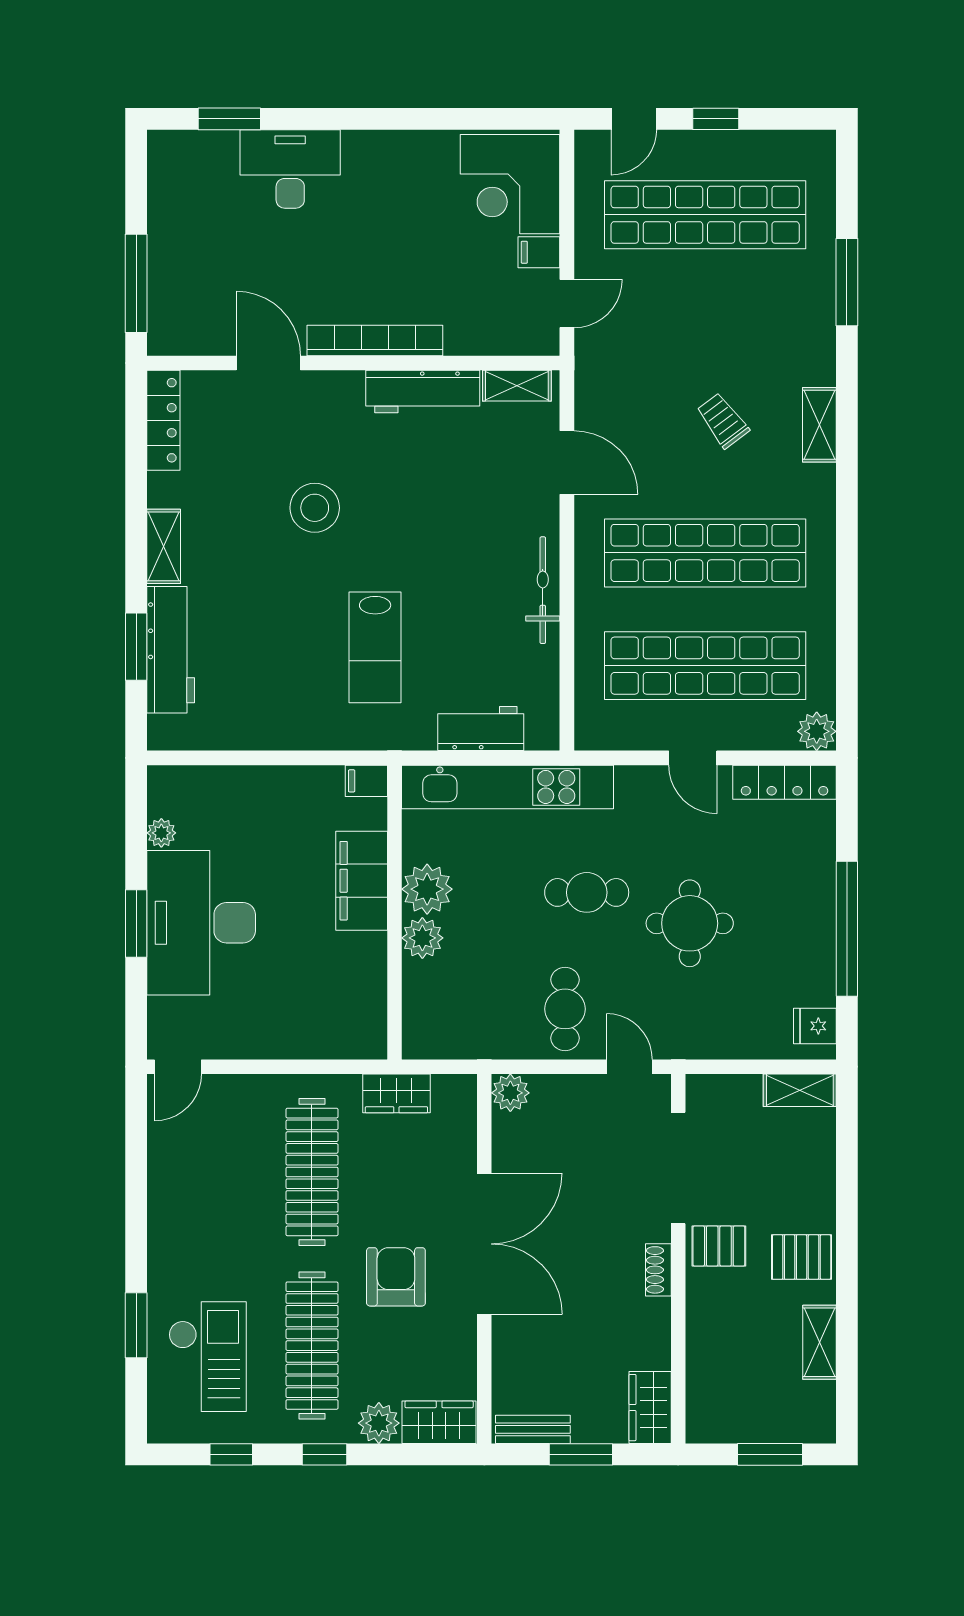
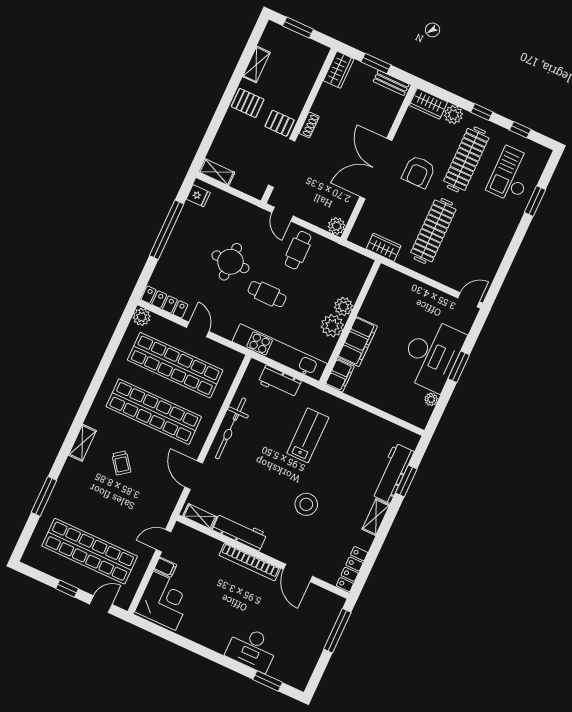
bicycle: (543, 590) -> (231, 428), width x1.37, depth x1.40
filing cabinet: (366, 781) -> (340, 375), width x2.00

